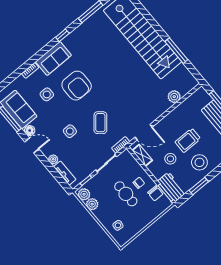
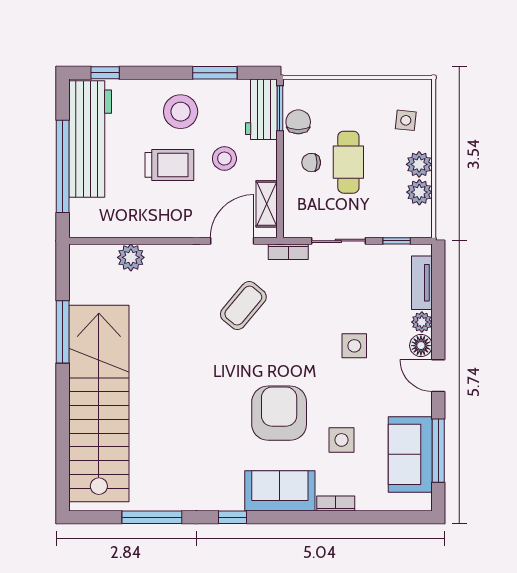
coffee table: (100, 123) -> (243, 306), moved
floor lamp: (30, 131) -> (421, 346), moved
door: (144, 132) -> (232, 241), hinge flipped
plant: (84, 194) -> (419, 164), moved

